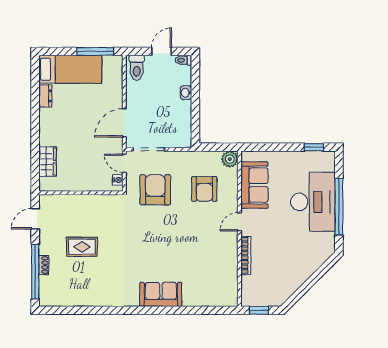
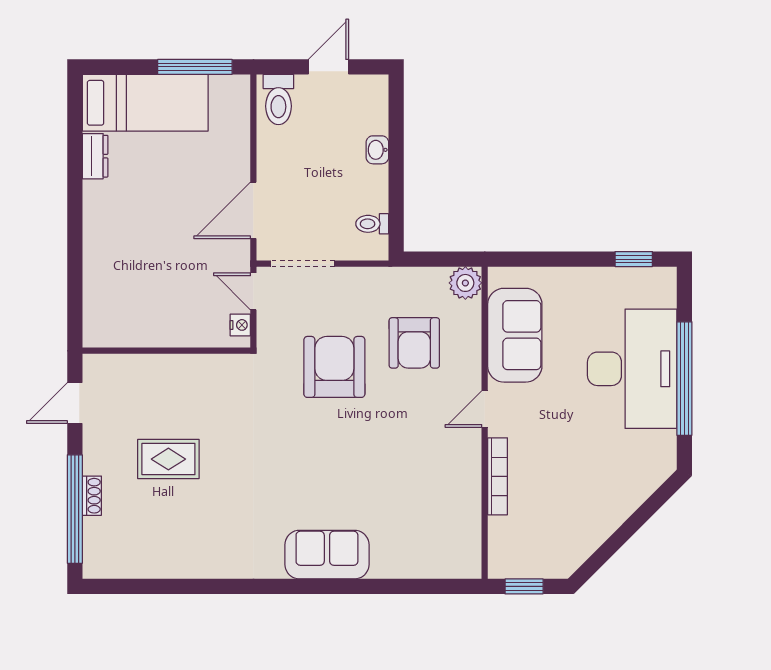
toilet: (183, 60) -> (372, 224), moved
wardrobe: (48, 162) -> (100, 288), removed
armchair: (155, 190) -> (334, 367), moved

